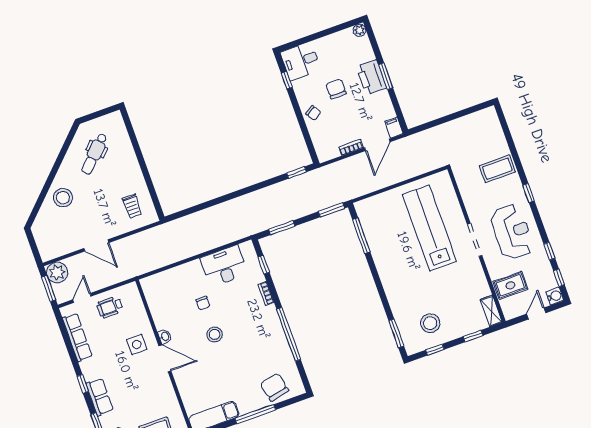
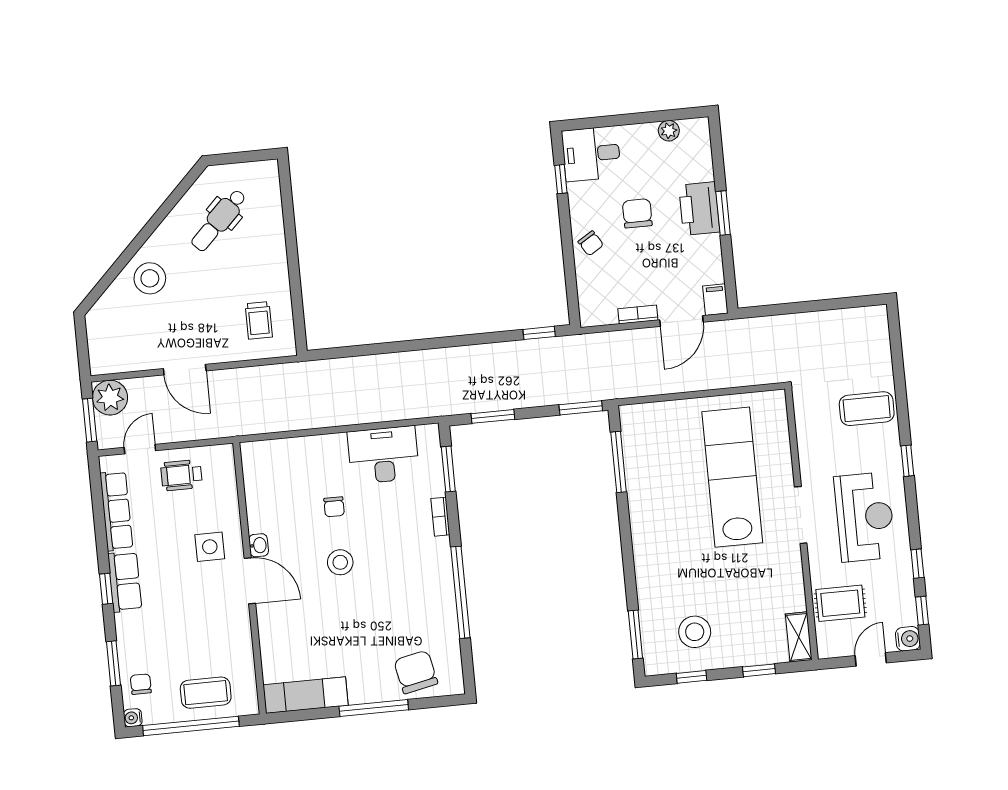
plant: (359, 30) -> (669, 131), moved
window: (264, 265) -> (448, 469), width x1.50
row of seats: (100, 397) -> (125, 582), moved

